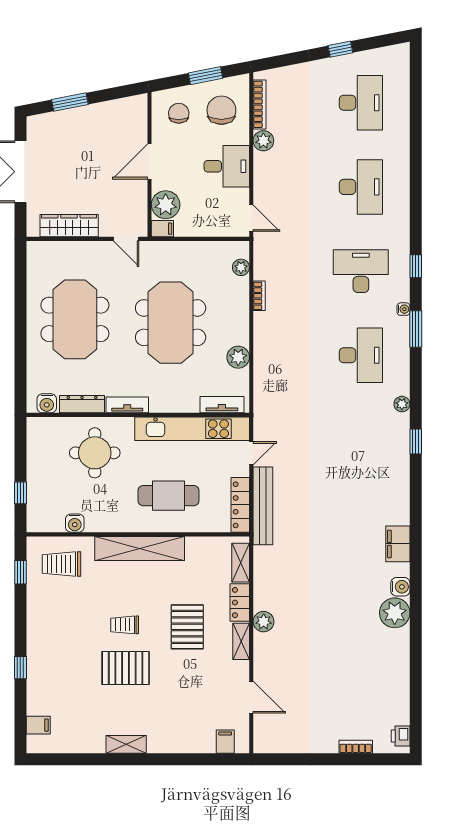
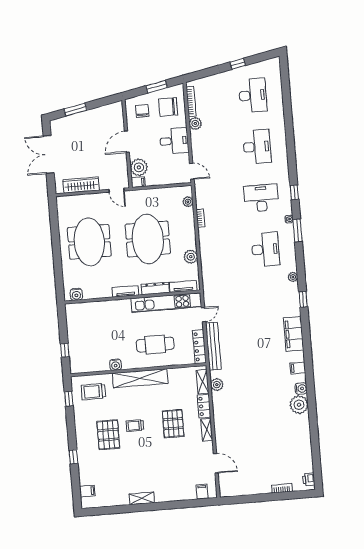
chair: (221, 110) -> (168, 107), turned -90
dresser: (82, 404) -> (155, 288), moved
round table: (95, 453) -> (108, 322), removed
filing cabinet: (395, 497) -> (294, 334), added
water cooler: (75, 523) -> (116, 365), moved
filing cabinet: (398, 544) -> (298, 368), width x0.50
plant: (264, 622) -> (217, 385), moved
pallet: (126, 668) -> (108, 435), moved, turned 90

